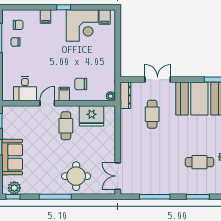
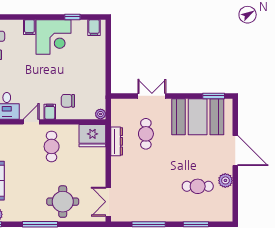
window: (64, 7) -> (72, 17), moved
corner desk: (82, 26) -> (53, 37), moved
dresser: (125, 95) -> (117, 141), moved
fridge: (92, 116) -> (92, 136), moved

